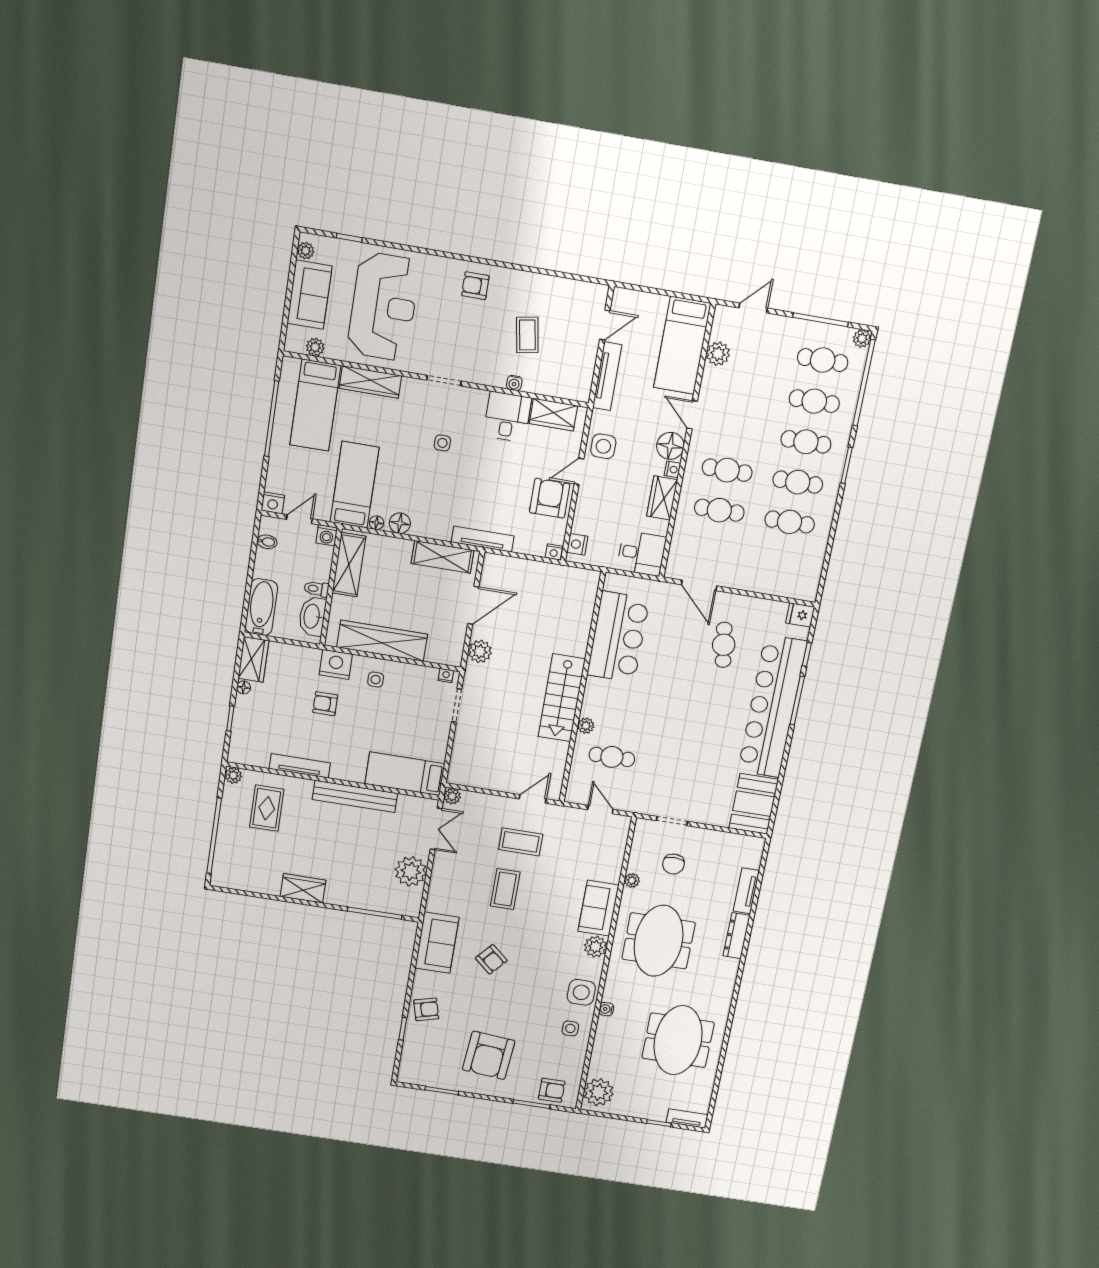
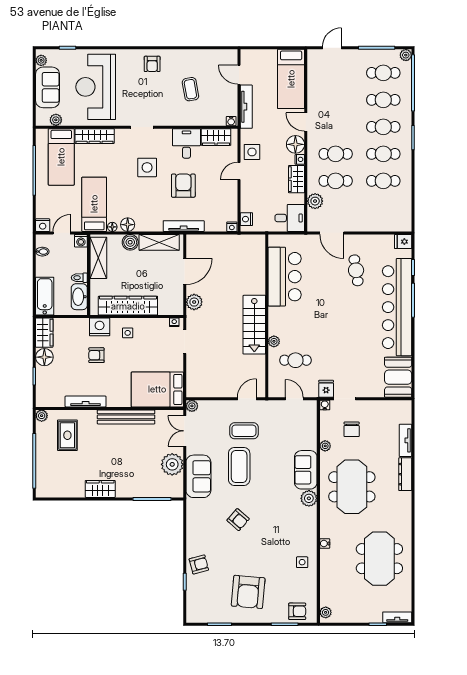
armchair: (475, 286) -> (152, 64), turned -90
reception desk: (383, 307) -> (96, 87), turned 180
door: (605, 325) -> (239, 75), swing flipped
plant: (718, 354) -> (315, 201), moved
water cooler: (514, 383) -> (231, 121), moved
side table: (442, 443) -> (147, 167), width x1.87, depth x1.87
armchair: (550, 498) -> (183, 186), moved
boiler: (400, 550) -> (130, 242), added
floor lamp: (244, 687) -> (44, 357), width x1.89, depth x1.89
bed: (405, 774) -> (157, 389), width x1.50
fridge: (648, 803) -> (326, 389), added
water cooler: (642, 825) -> (325, 405), added
double door: (436, 829) -> (185, 431), swing flipped
coffee table: (505, 889) -> (239, 466), width x1.36, depth x1.32
sofa: (437, 943) -> (198, 476), moved
side table: (581, 992) -> (305, 534), removed
plant: (599, 1092) -> (326, 612), width x0.53, depth x0.53

